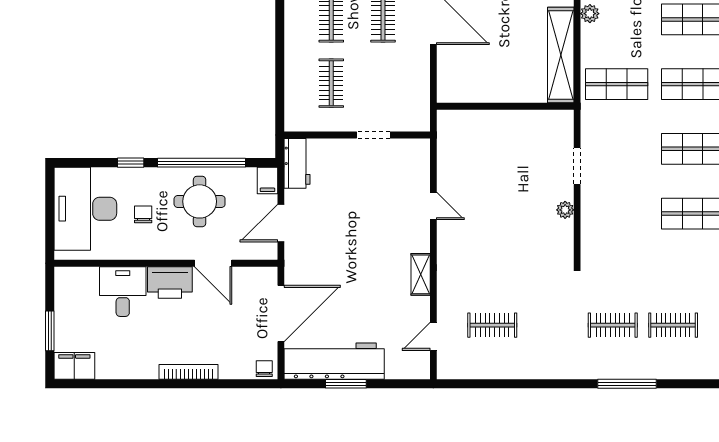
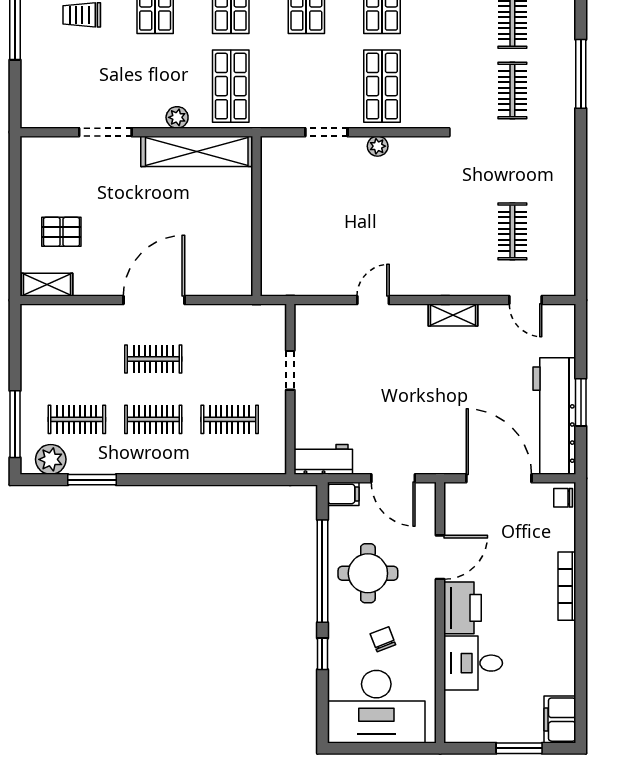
plant: (590, 14) -> (177, 117), moved
chair: (143, 214) -> (383, 639), turned 69
shop shelf: (617, 214) -> (382, 86), added

